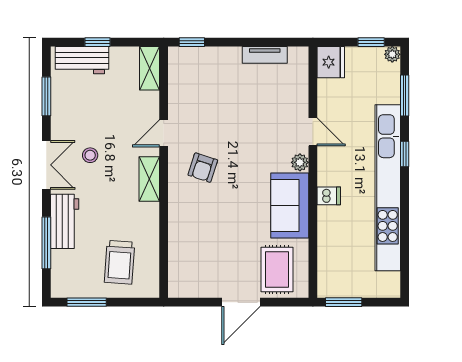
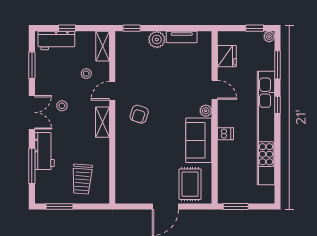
plant: (228, 59) -> (157, 40), added
fridge: (331, 62) -> (227, 56), moved
stool: (126, 108) -> (86, 74), added

